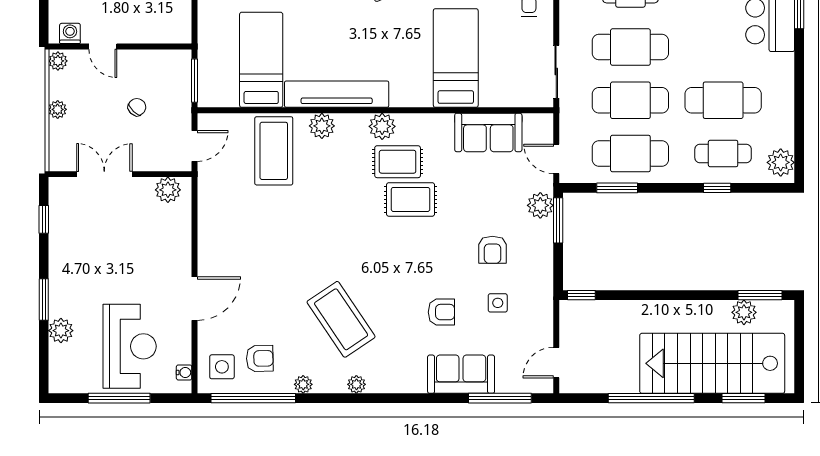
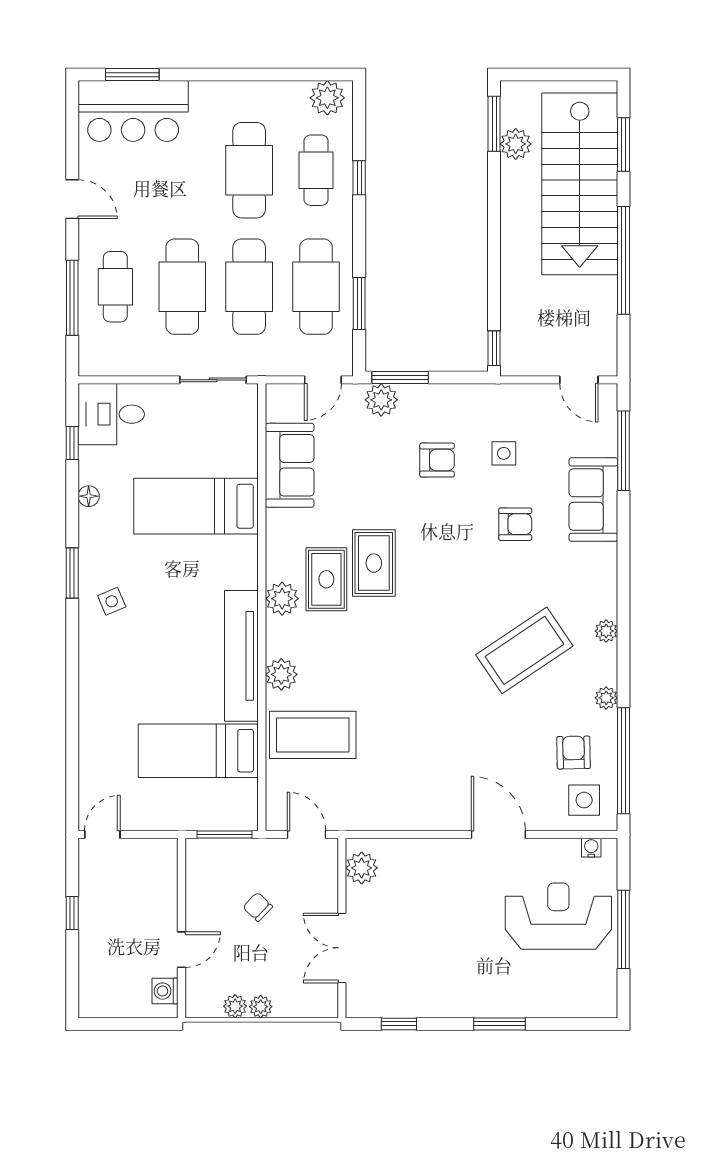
plant: (58, 61) -> (235, 1006), moved
armchair: (441, 312) -> (515, 524), turned 90
plant: (61, 331) -> (539, 1003), removed

